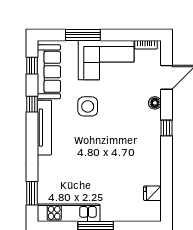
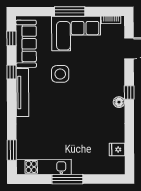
window: (83, 35) -> (70, 11), moved
floor lamp: (155, 103) -> (119, 102), moved

